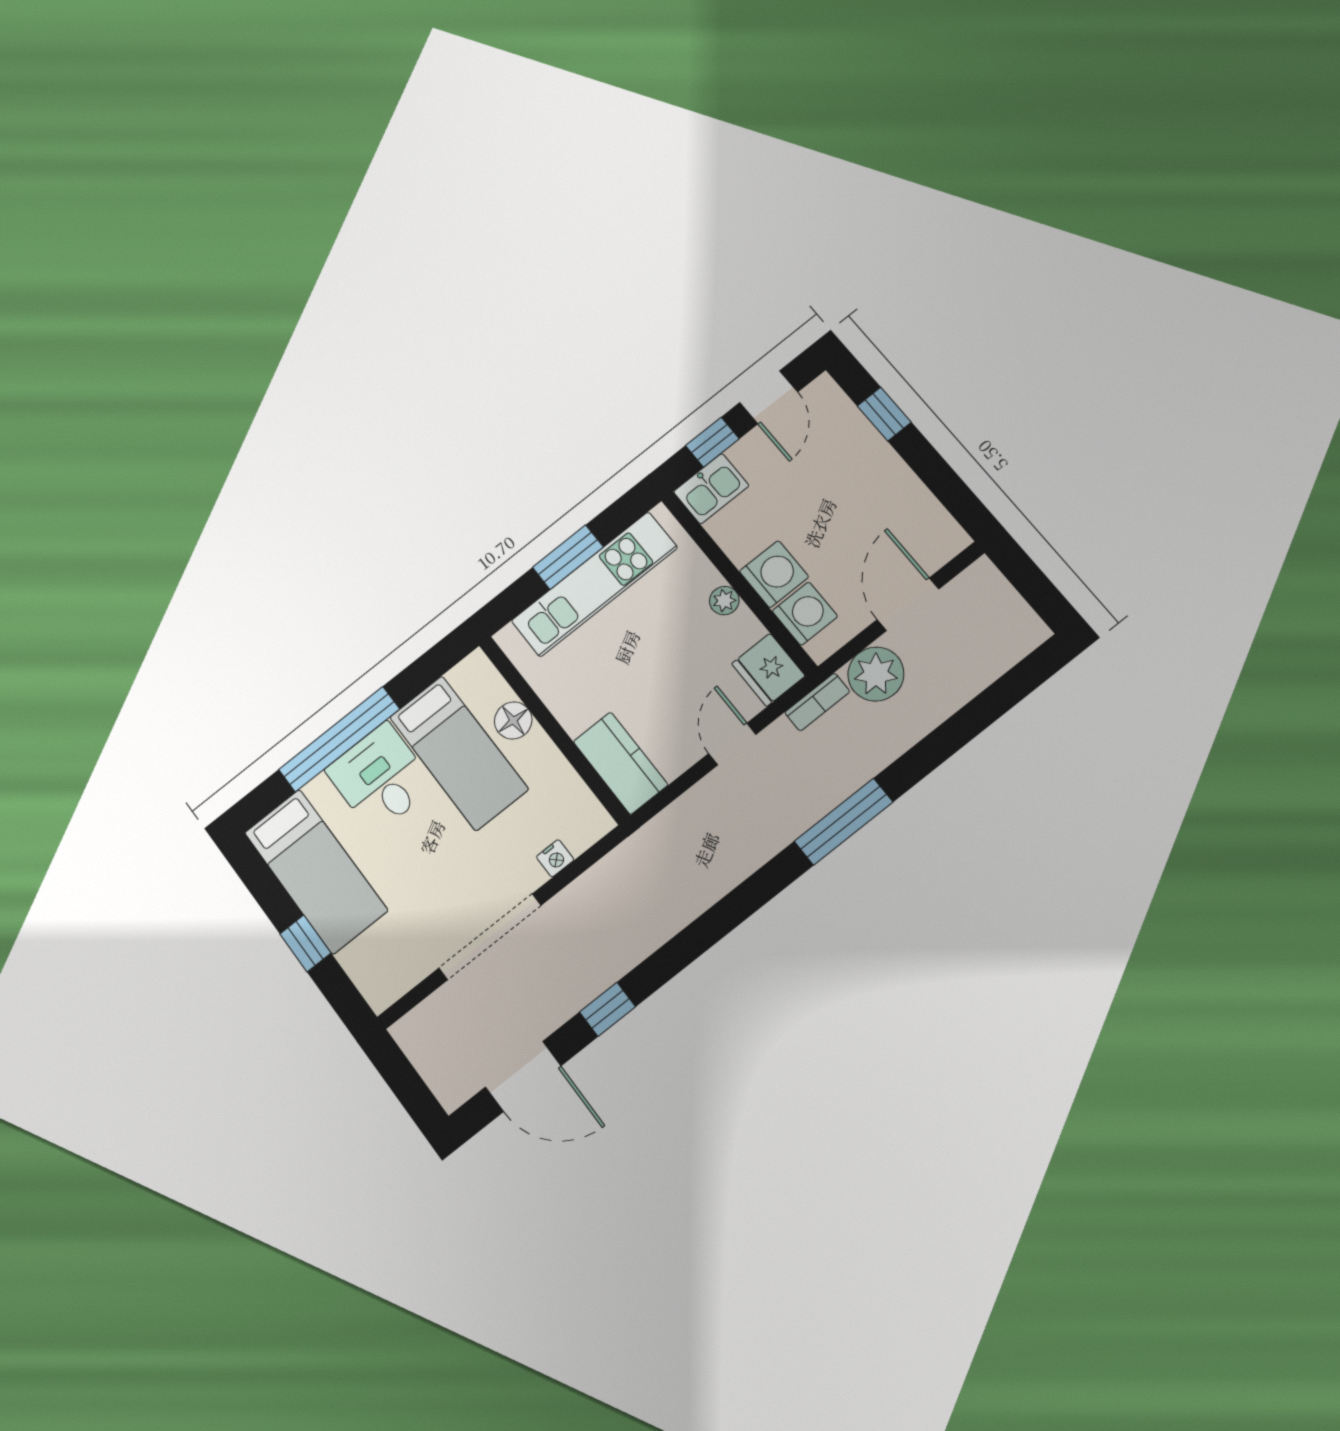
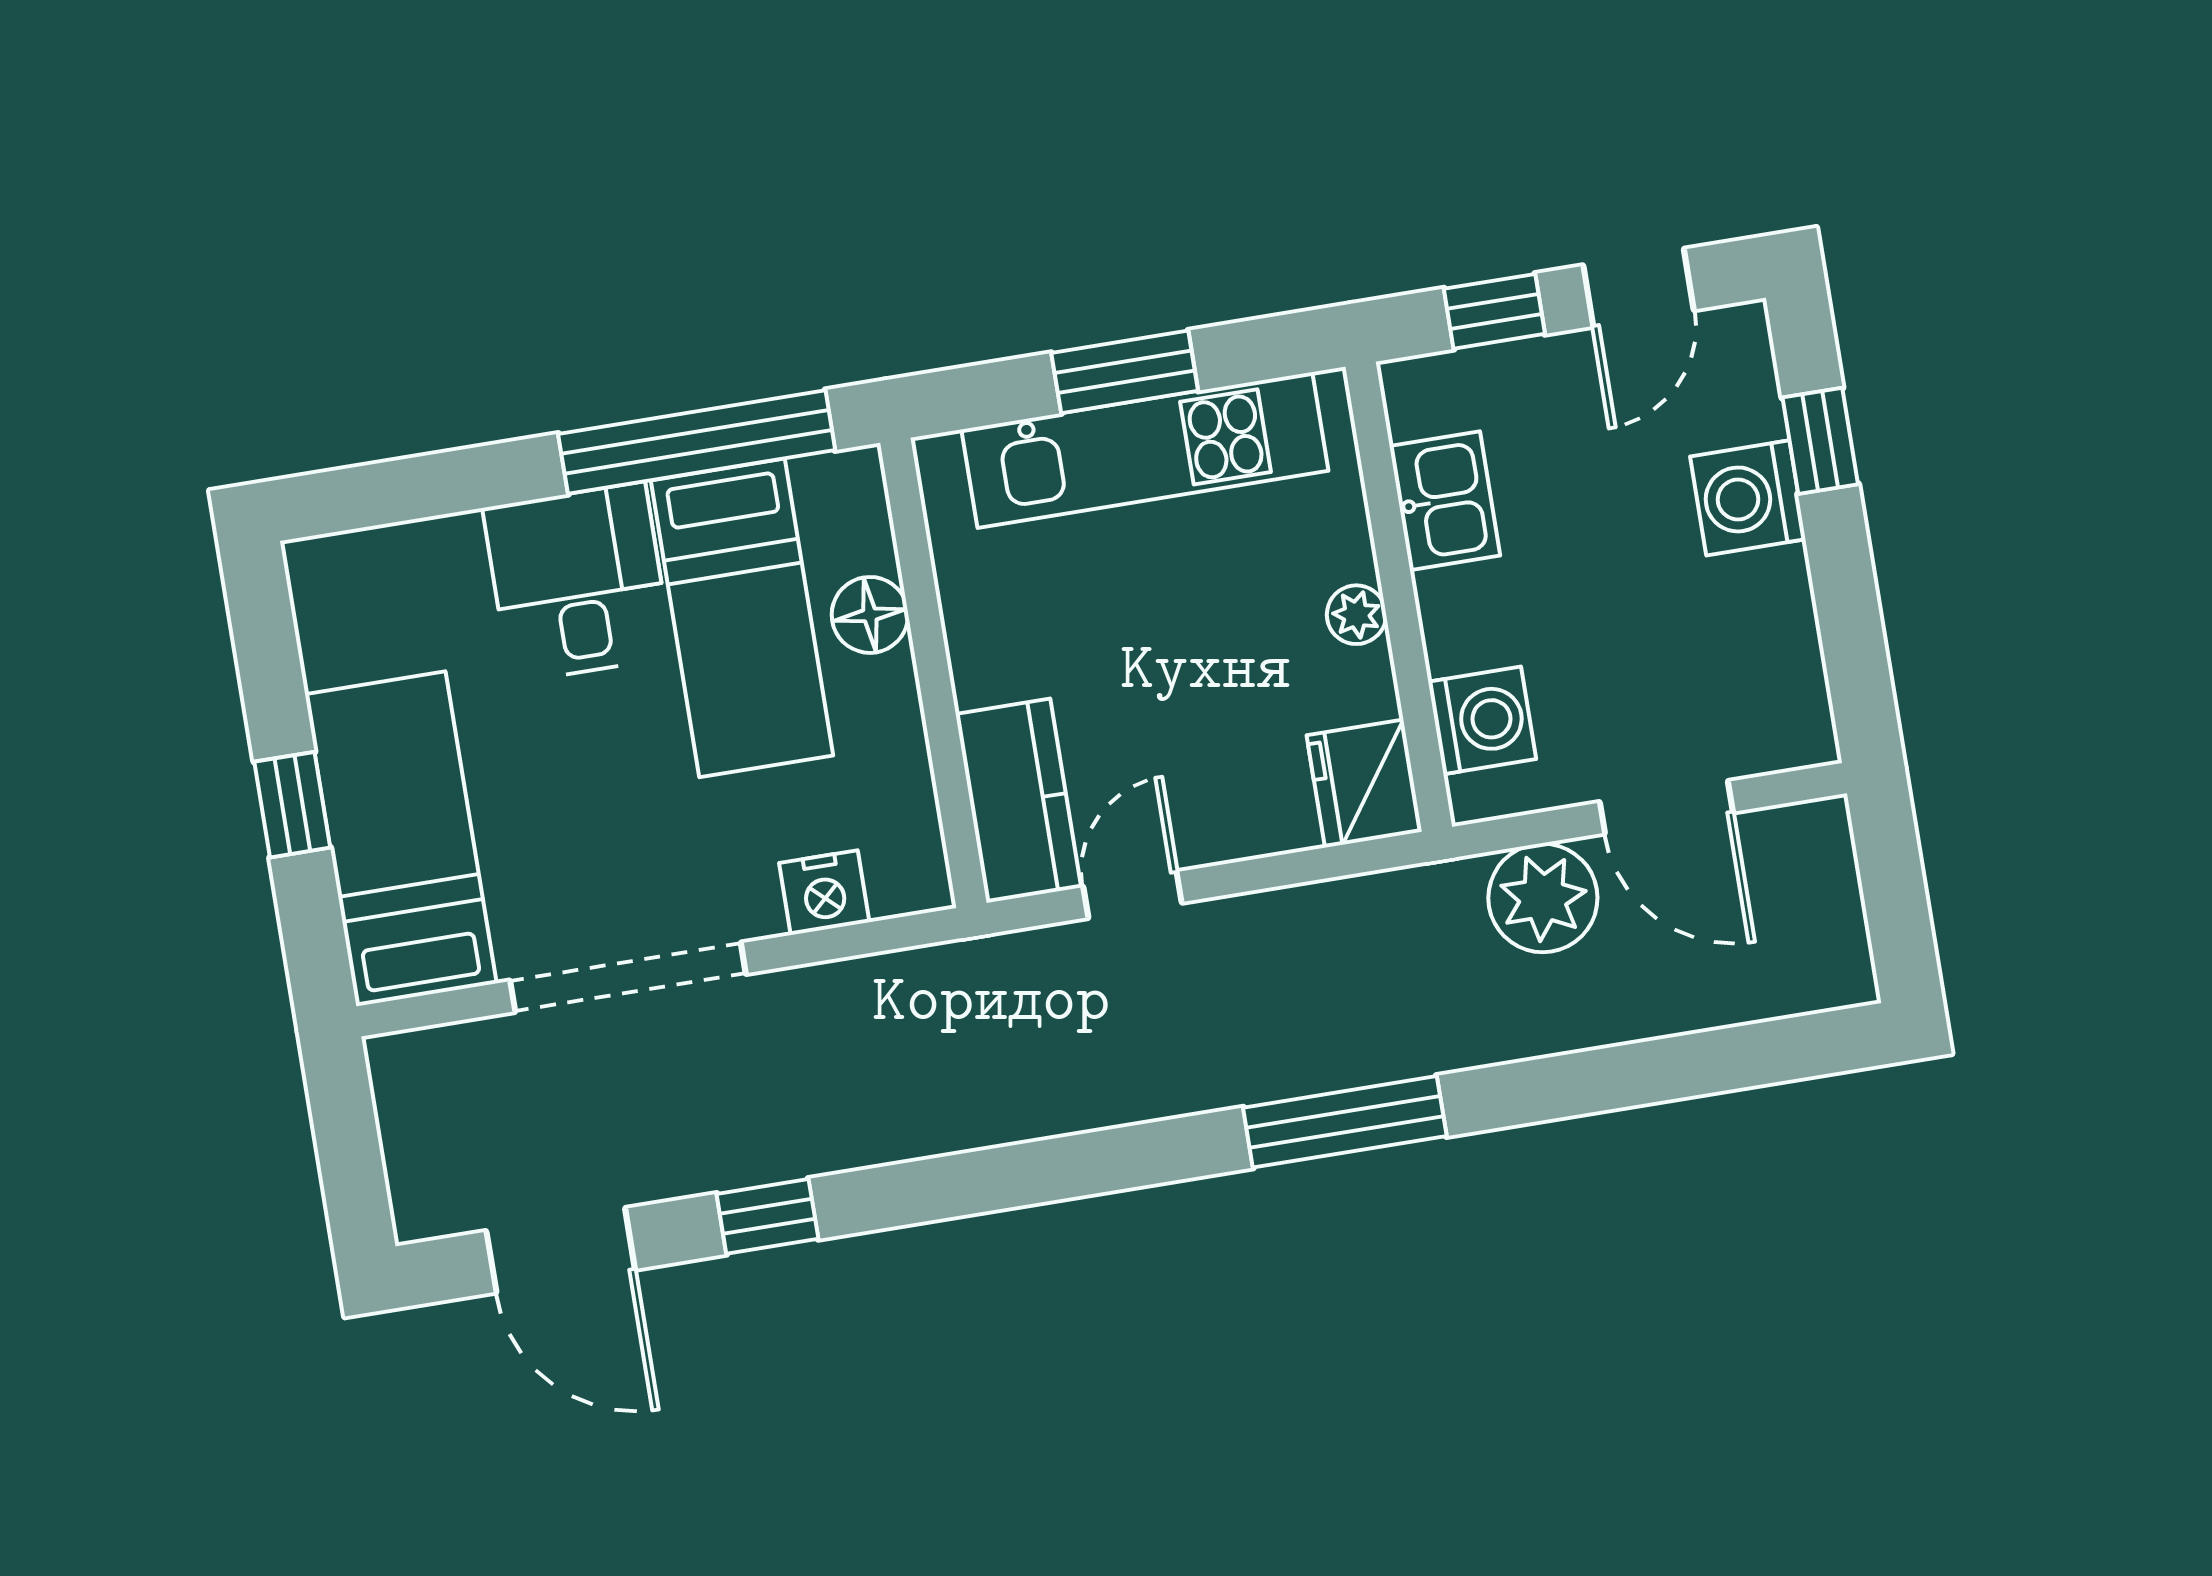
kitchen sink: (711, 489) -> (1445, 501), moved, turned -90
washing machine: (774, 574) -> (1748, 498), moved, turned 180
door: (908, 604) -> (1666, 807), swing flipped
bookcase: (817, 702) -> (1416, 889), removed
window: (339, 739) -> (697, 442), moved
door: (732, 744) -> (1132, 895), moved
nightstand: (555, 858) -> (824, 893), width x1.39, depth x1.35
bed: (316, 871) -> (401, 839), moved, turned 180

